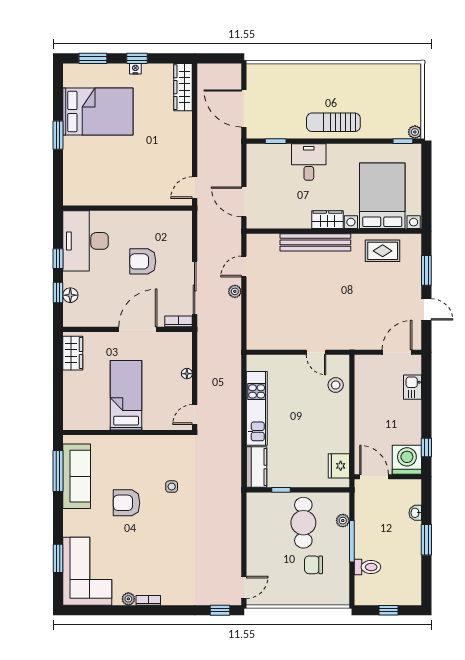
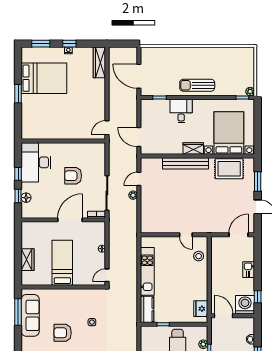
rug: (383, 251) -> (229, 169), width x1.36, depth x1.43
wardrobe: (73, 353) -> (28, 260), moved
kitchen sink: (413, 387) -> (249, 270), moved

